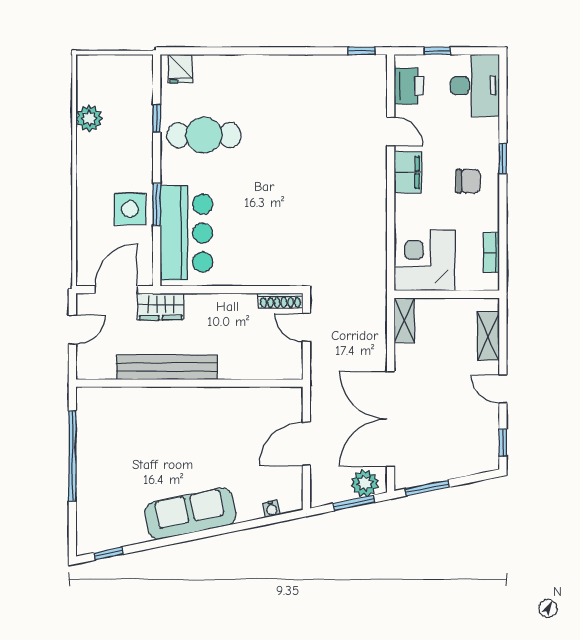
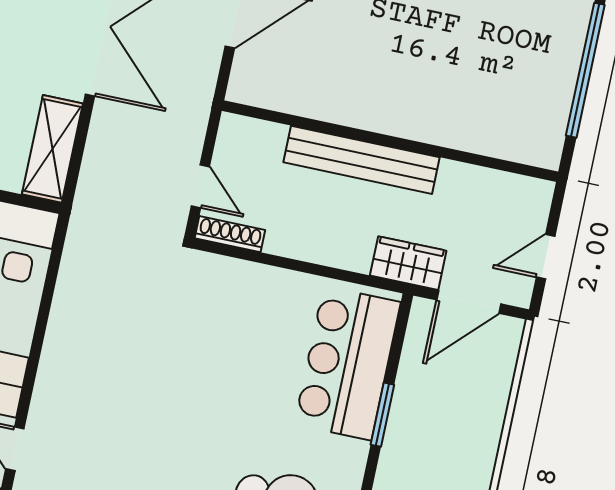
side table: (130, 209) -> (423, 416), removed
shelving: (404, 320) -> (52, 149), width x1.50, depth x1.33
bench: (167, 367) -> (361, 160), moved

